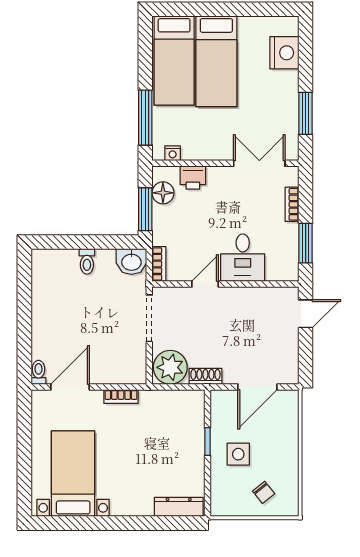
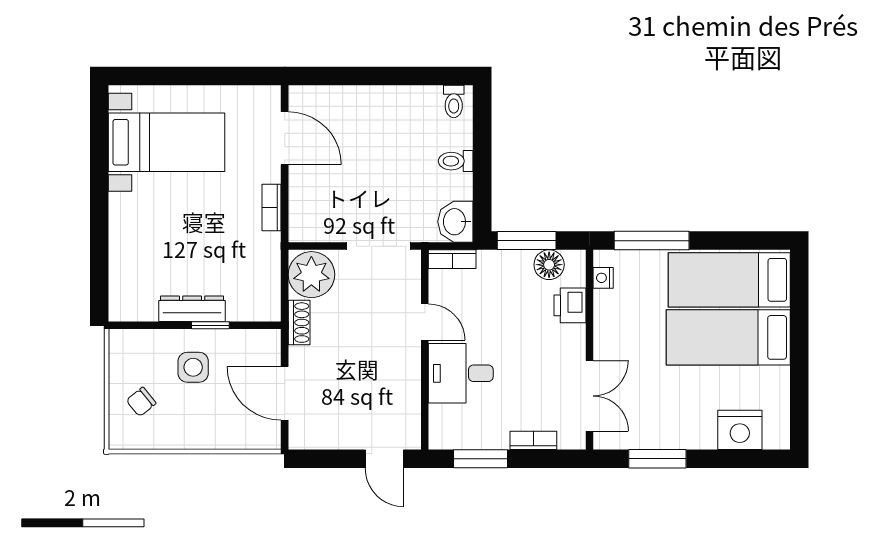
toilet: (38, 372) -> (454, 101), moved, turned 90
dresser: (179, 507) -> (192, 309), moved, turned -90

